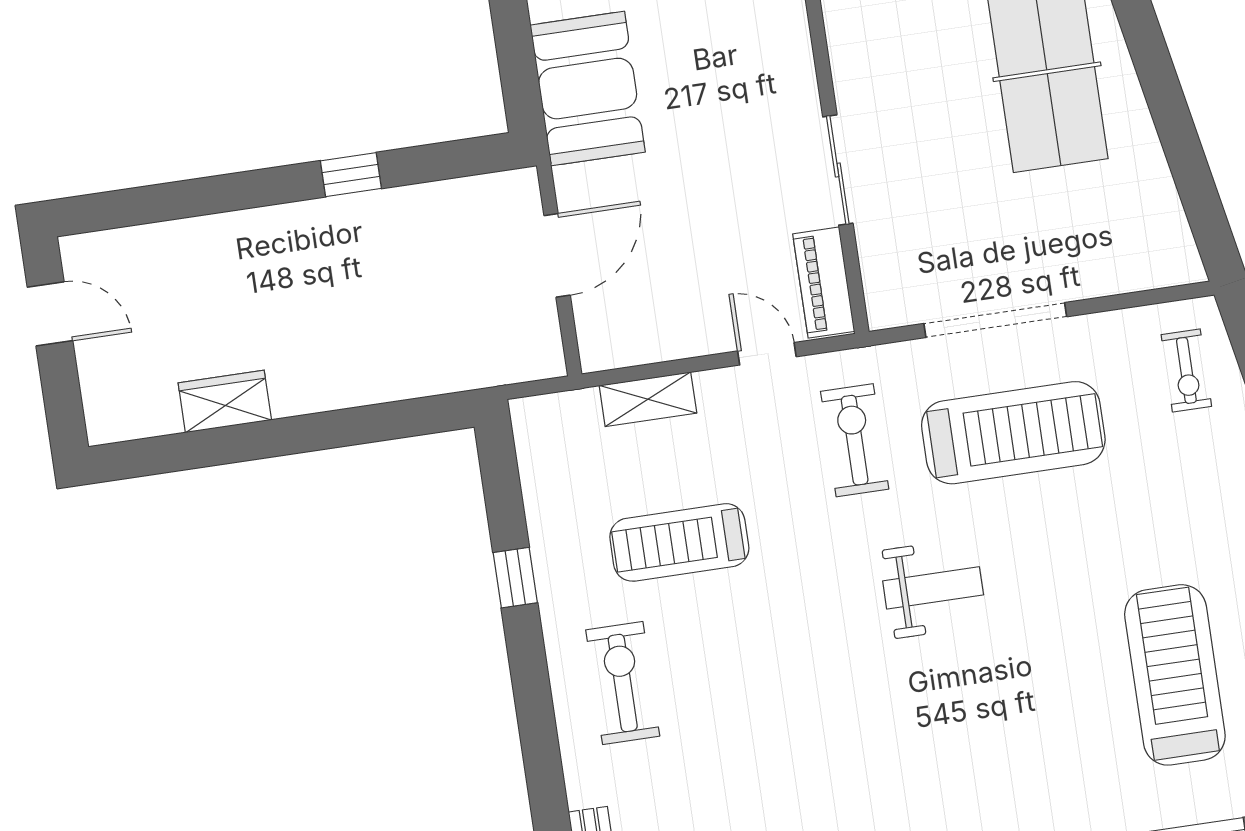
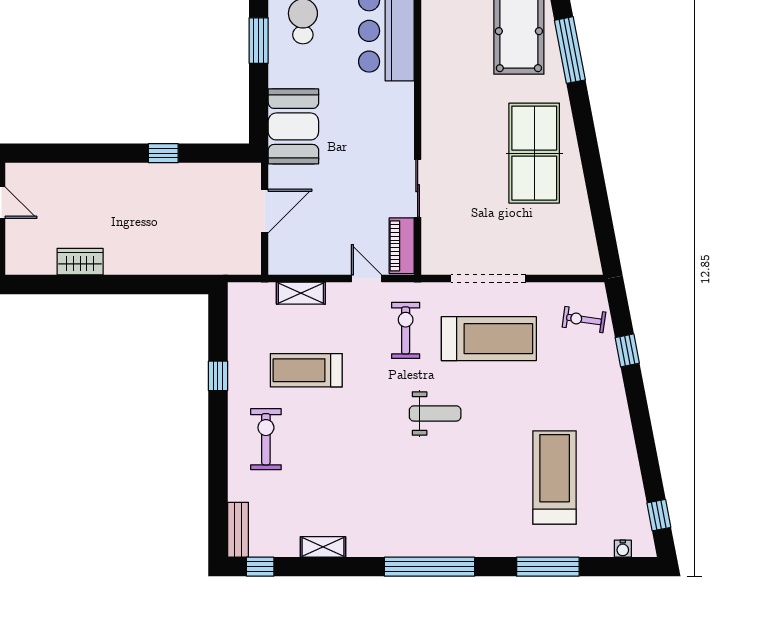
exercise bike: (1186, 370) -> (584, 320), turned 98

